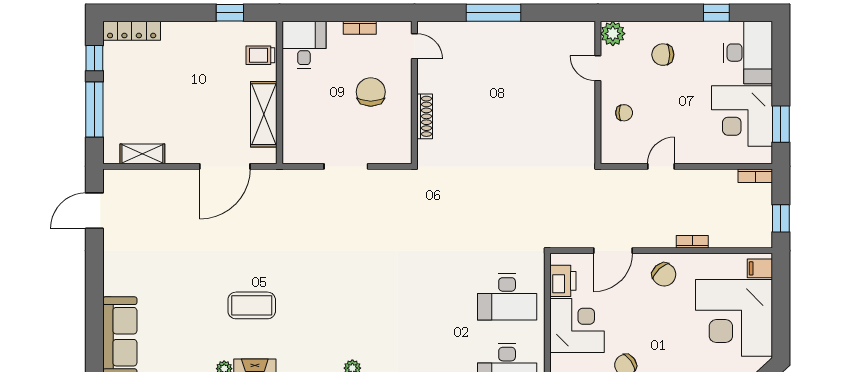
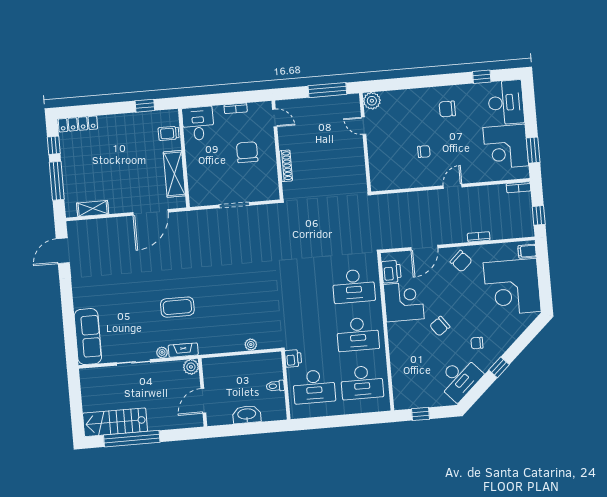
plant: (613, 34) -> (372, 101), moved
door: (598, 68) -> (364, 126), moved
wall: (598, 92) -> (365, 142), moved

